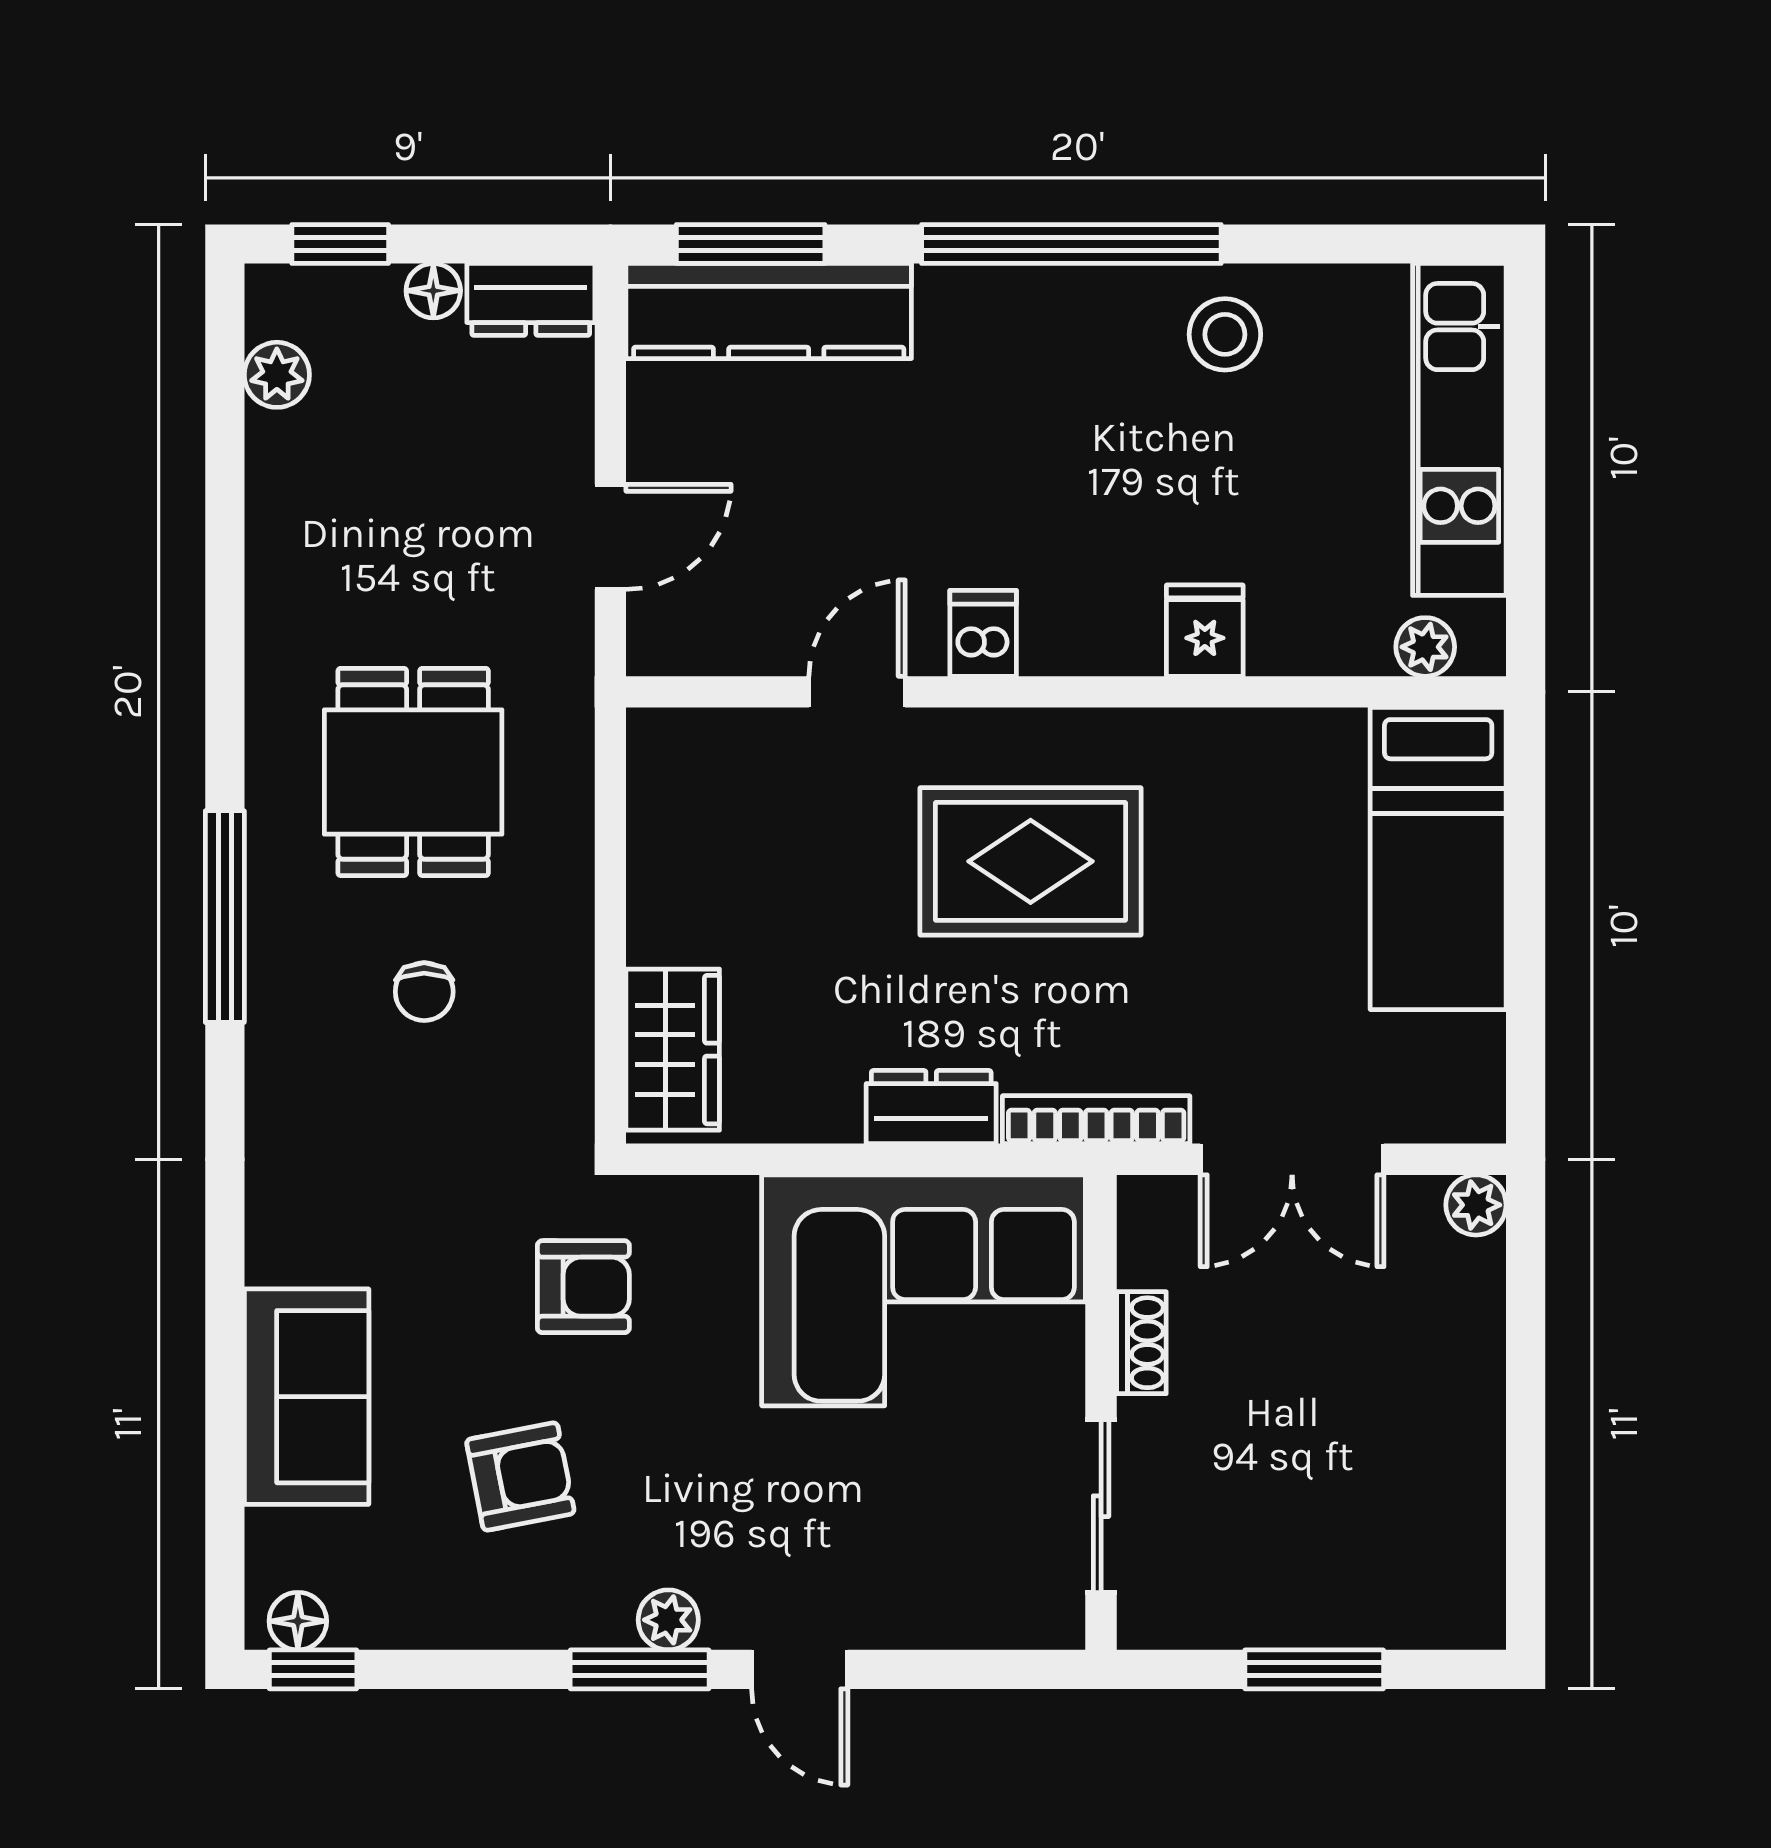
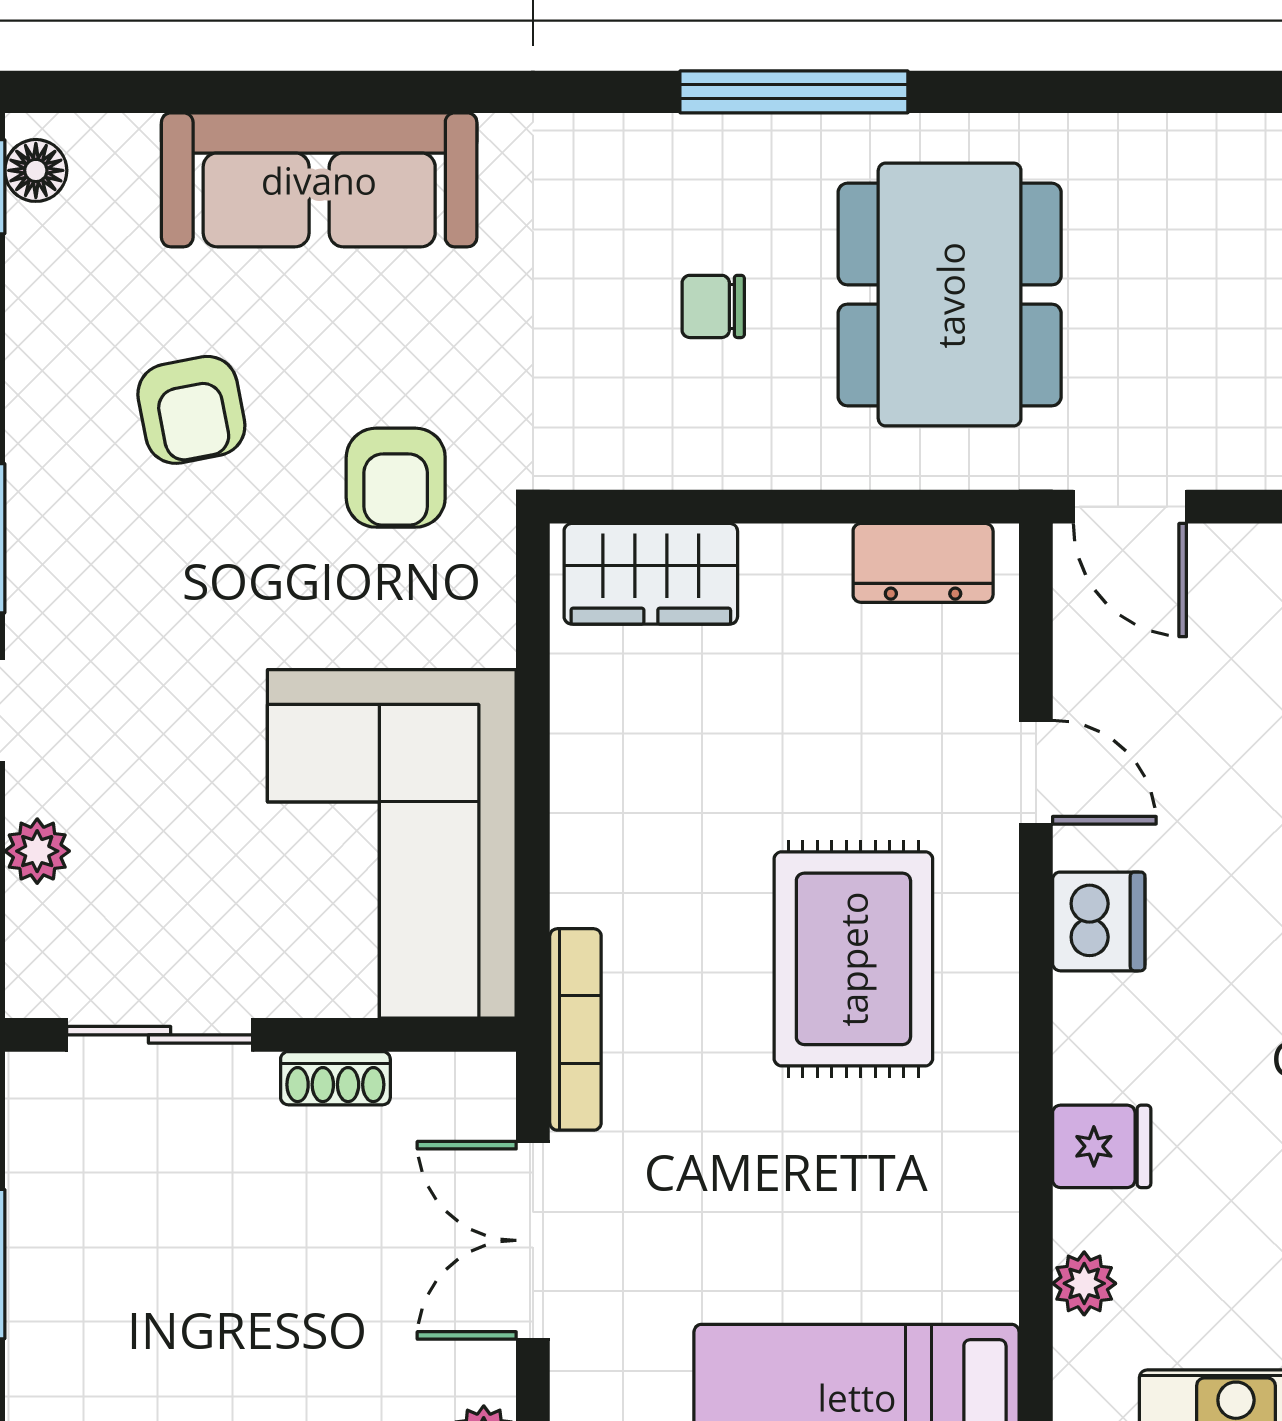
door: (610, 537) -> (1130, 507), moved
dishwasher: (983, 633) -> (1099, 921), width x1.38
plant: (1425, 647) -> (1084, 1283), moved
dining table: (413, 772) -> (950, 295), width x1.37
dresser: (931, 1107) -> (923, 563), moved, turned 90
sofa: (307, 1397) -> (319, 180), width x1.36
plant: (668, 1620) -> (37, 851), moved

